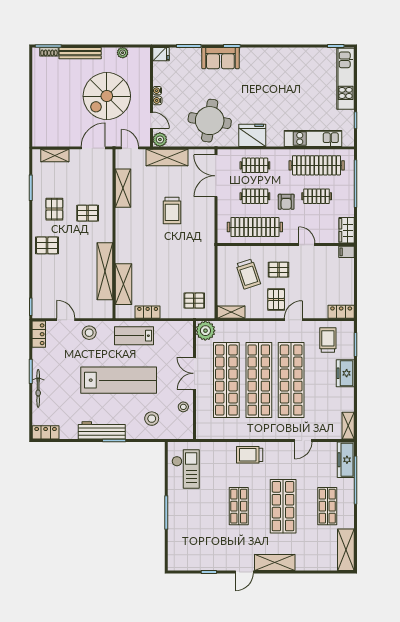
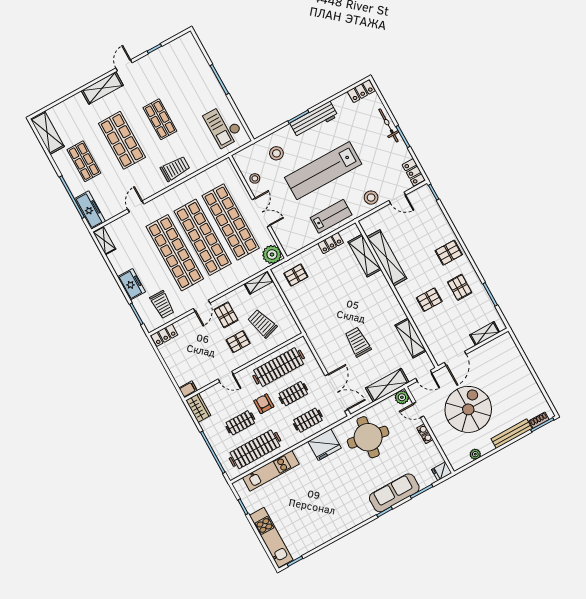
sofa: (220, 58) -> (394, 493), width x1.36

